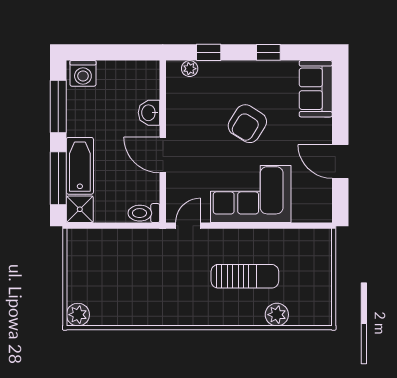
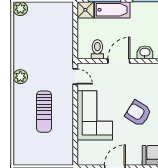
toilet: (144, 213) -> (97, 49), moved
plant: (277, 315) -> (20, 77), moved

